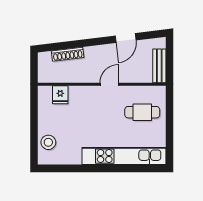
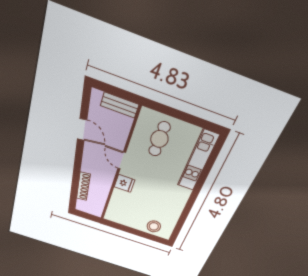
fridge: (60, 95) -> (125, 183), moved
kitchen unit: (124, 156) -> (198, 161), width x0.73

